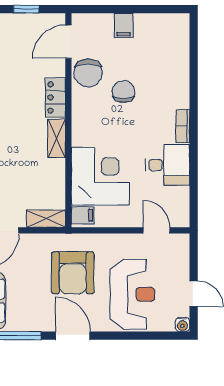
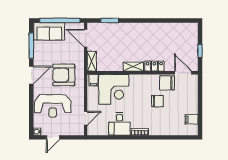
filing cabinet: (124, 26) -> (192, 119), moved

